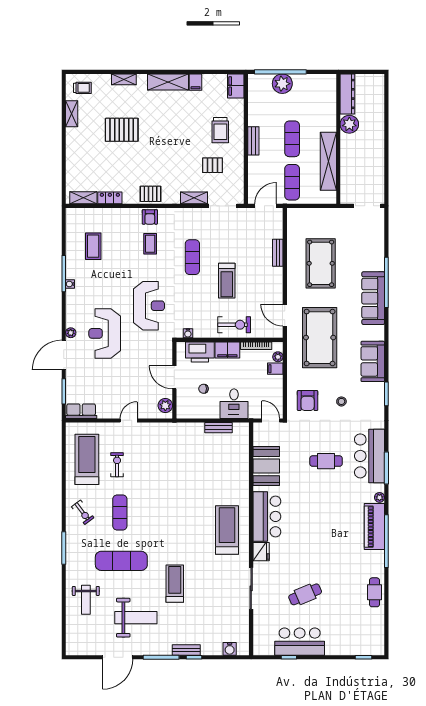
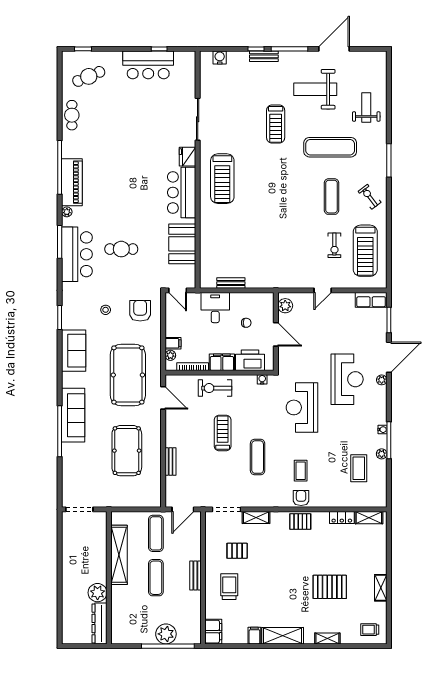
shelving: (72, 114) -> (381, 588), moved
plant: (71, 260) -> (382, 454), added
cafe table: (305, 594) -> (89, 76), moved

